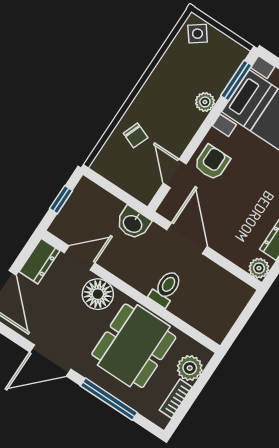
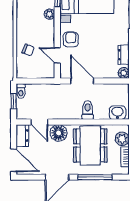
toilet: (82, 191) -> (21, 91), added
washbasin: (133, 223) -> (117, 113), moved, turned 180
door: (80, 258) -> (39, 122), swing flipped

